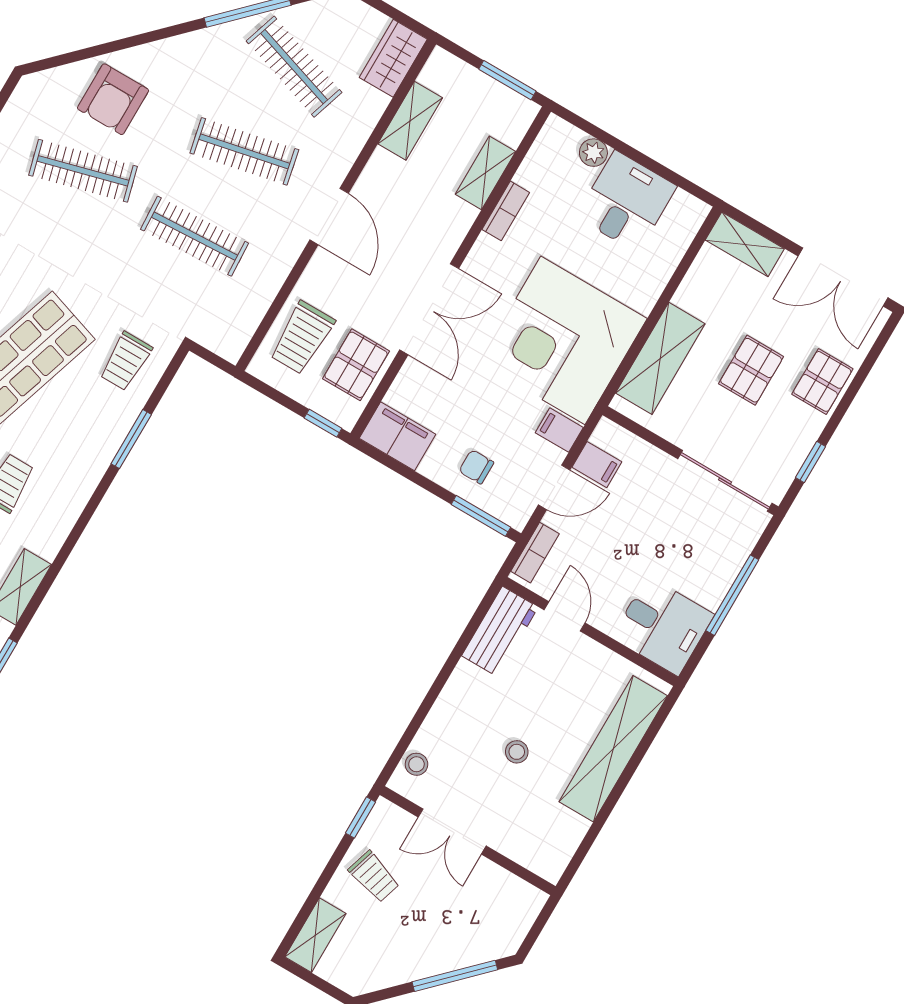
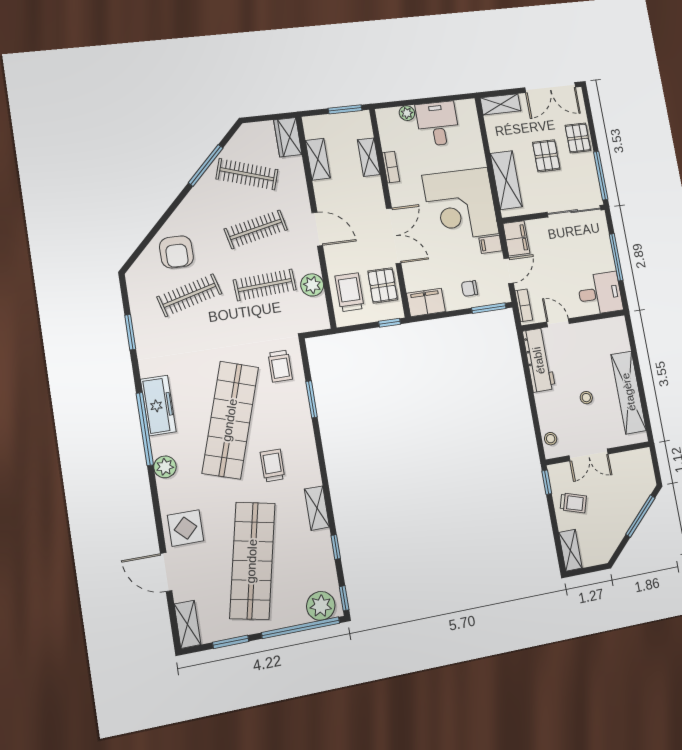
plant: (259, 287) -> (312, 285), added
trolley: (302, 338) -> (350, 292), turned 180
window: (810, 462) -> (601, 176), width x2.17
filing cabinet: (597, 465) -> (516, 238), width x2.00
workbench: (500, 631) -> (539, 360), width x1.38
shelving: (613, 749) -> (629, 392), moved

